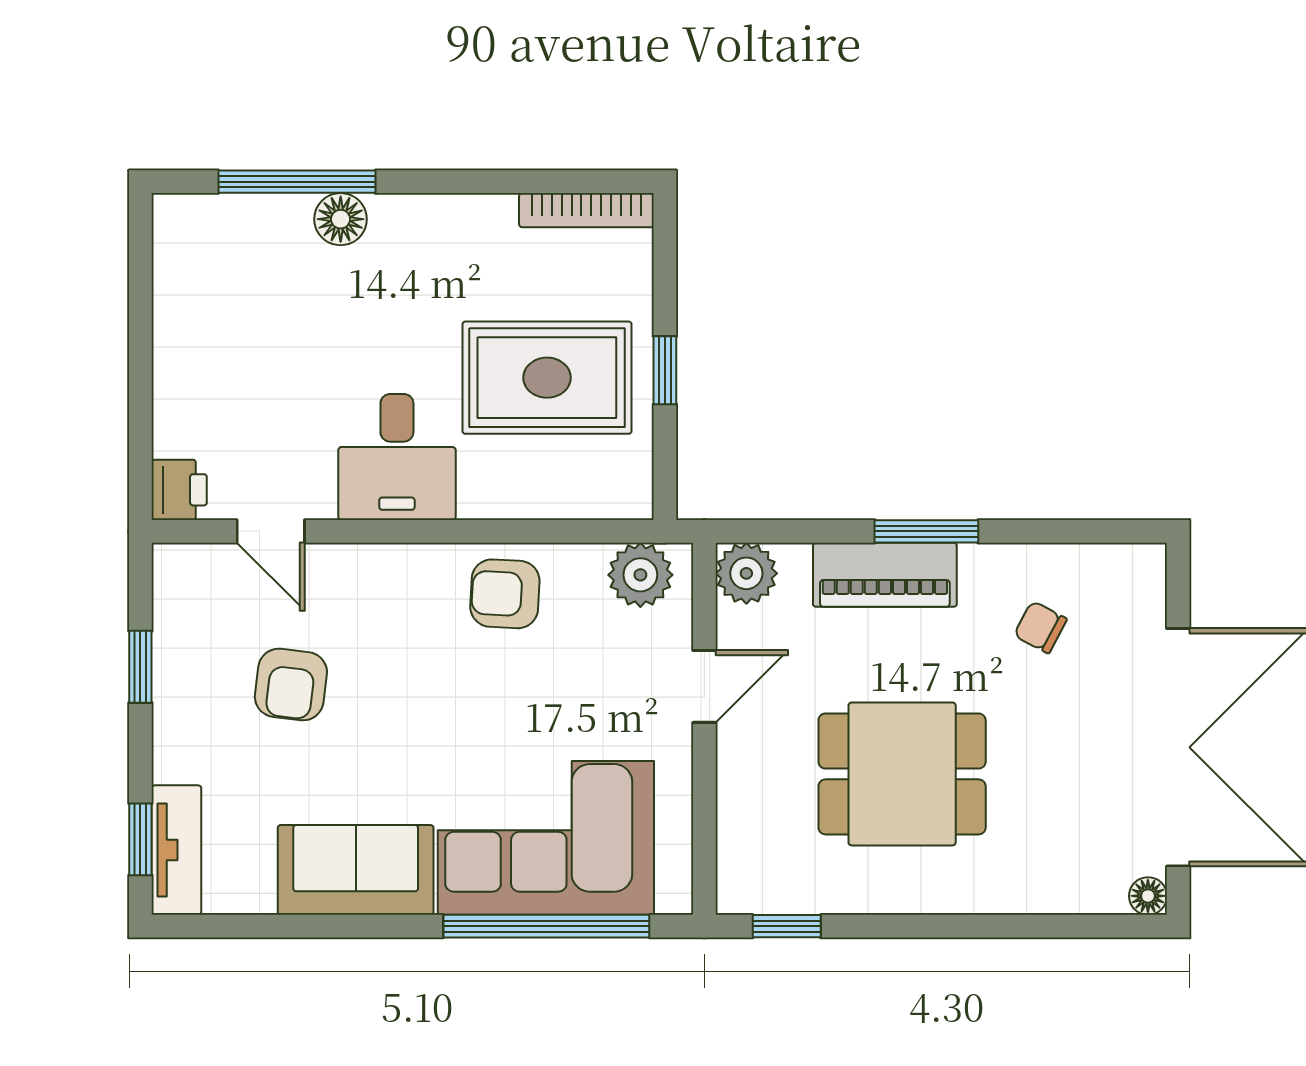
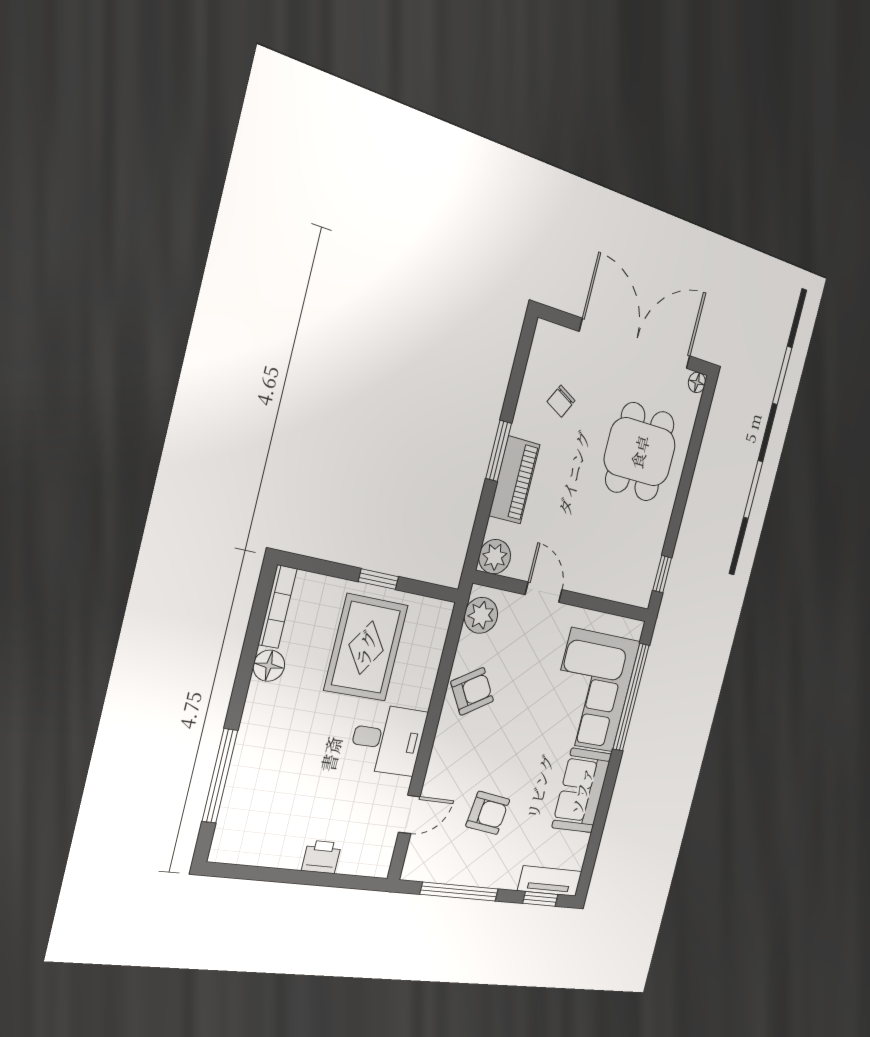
floor lamp: (341, 219) -> (269, 666), moved
printer: (179, 490) -> (322, 857), moved
armchair: (505, 594) -> (472, 691), turned -125
window: (140, 667) -> (459, 892), width x2.17
dining table: (902, 774) -> (640, 452), moved

